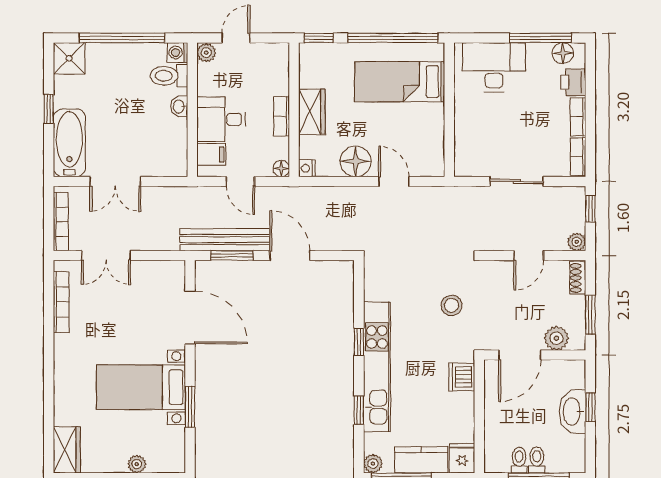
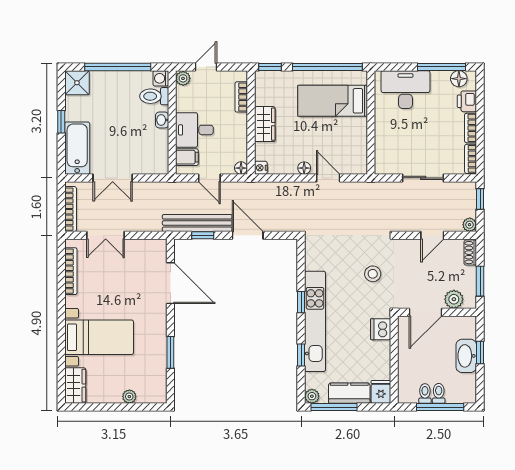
bookcase: (282, 116) -> (241, 97), moved
floor lamp: (356, 161) -> (304, 168), width x0.53, depth x0.53
window: (232, 255) -> (203, 235), width x0.67
bed with nightstands: (141, 387) -> (99, 337), moved, turned 180

